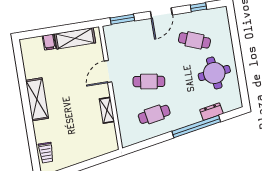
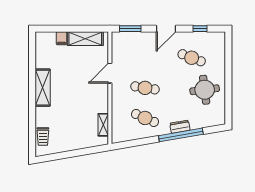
shelving: (107, 110) -> (103, 125), moved
dresser: (211, 112) -> (180, 127), moved
cafe table: (154, 114) -> (145, 118), turned 33

